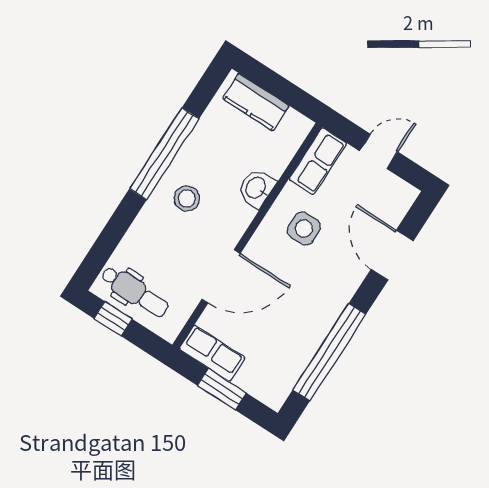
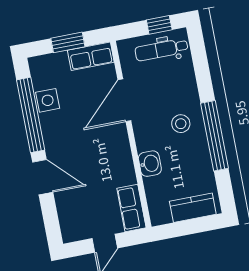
side table: (304, 228) -> (48, 100), moved
door: (392, 255) -> (43, 177), moved

